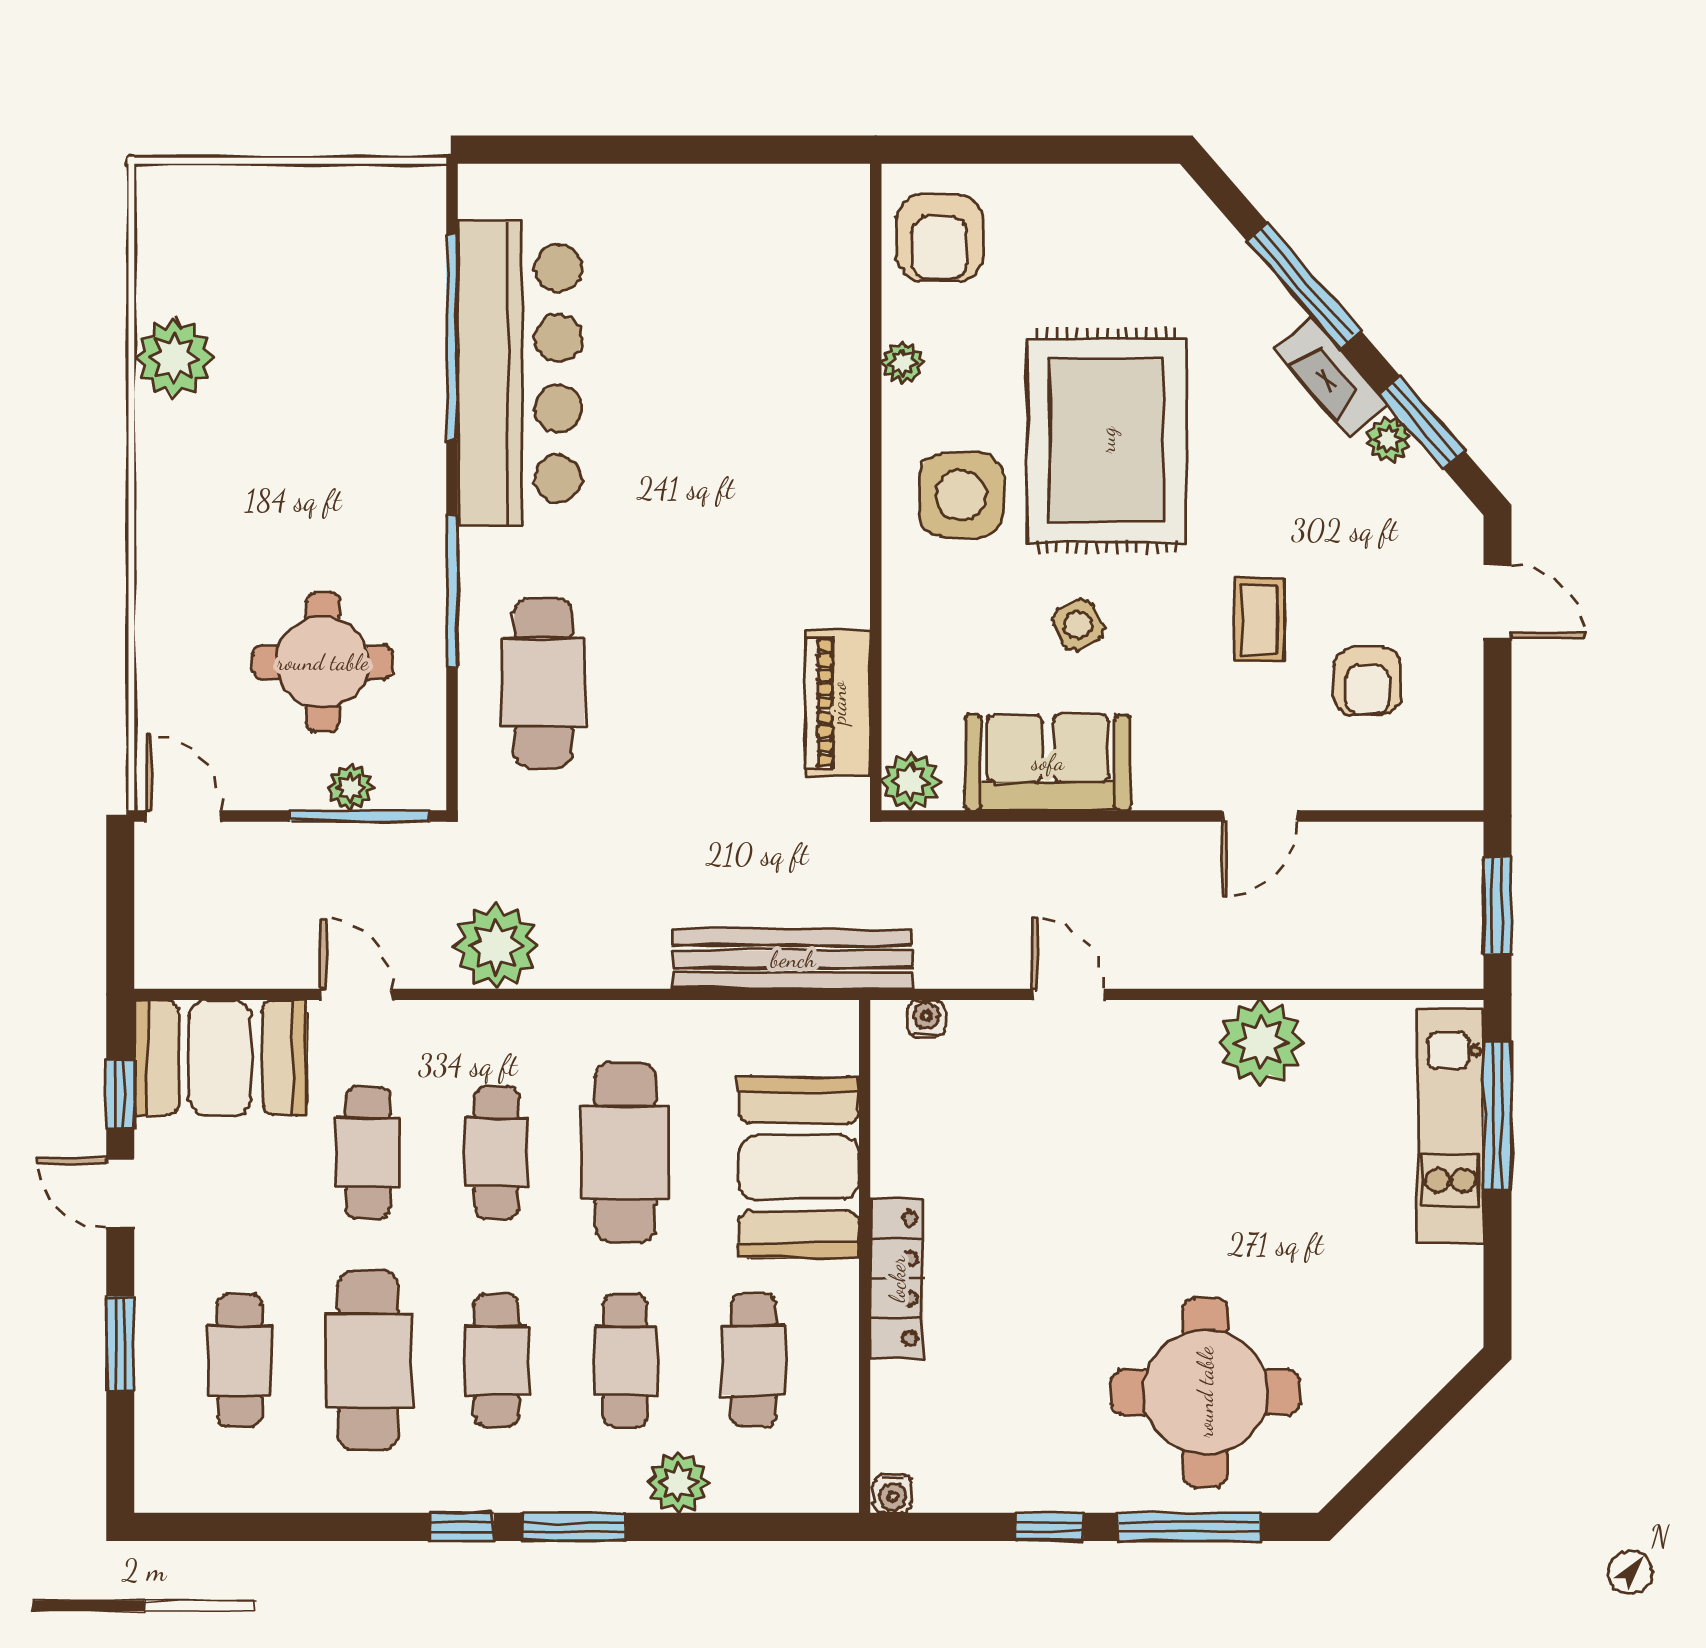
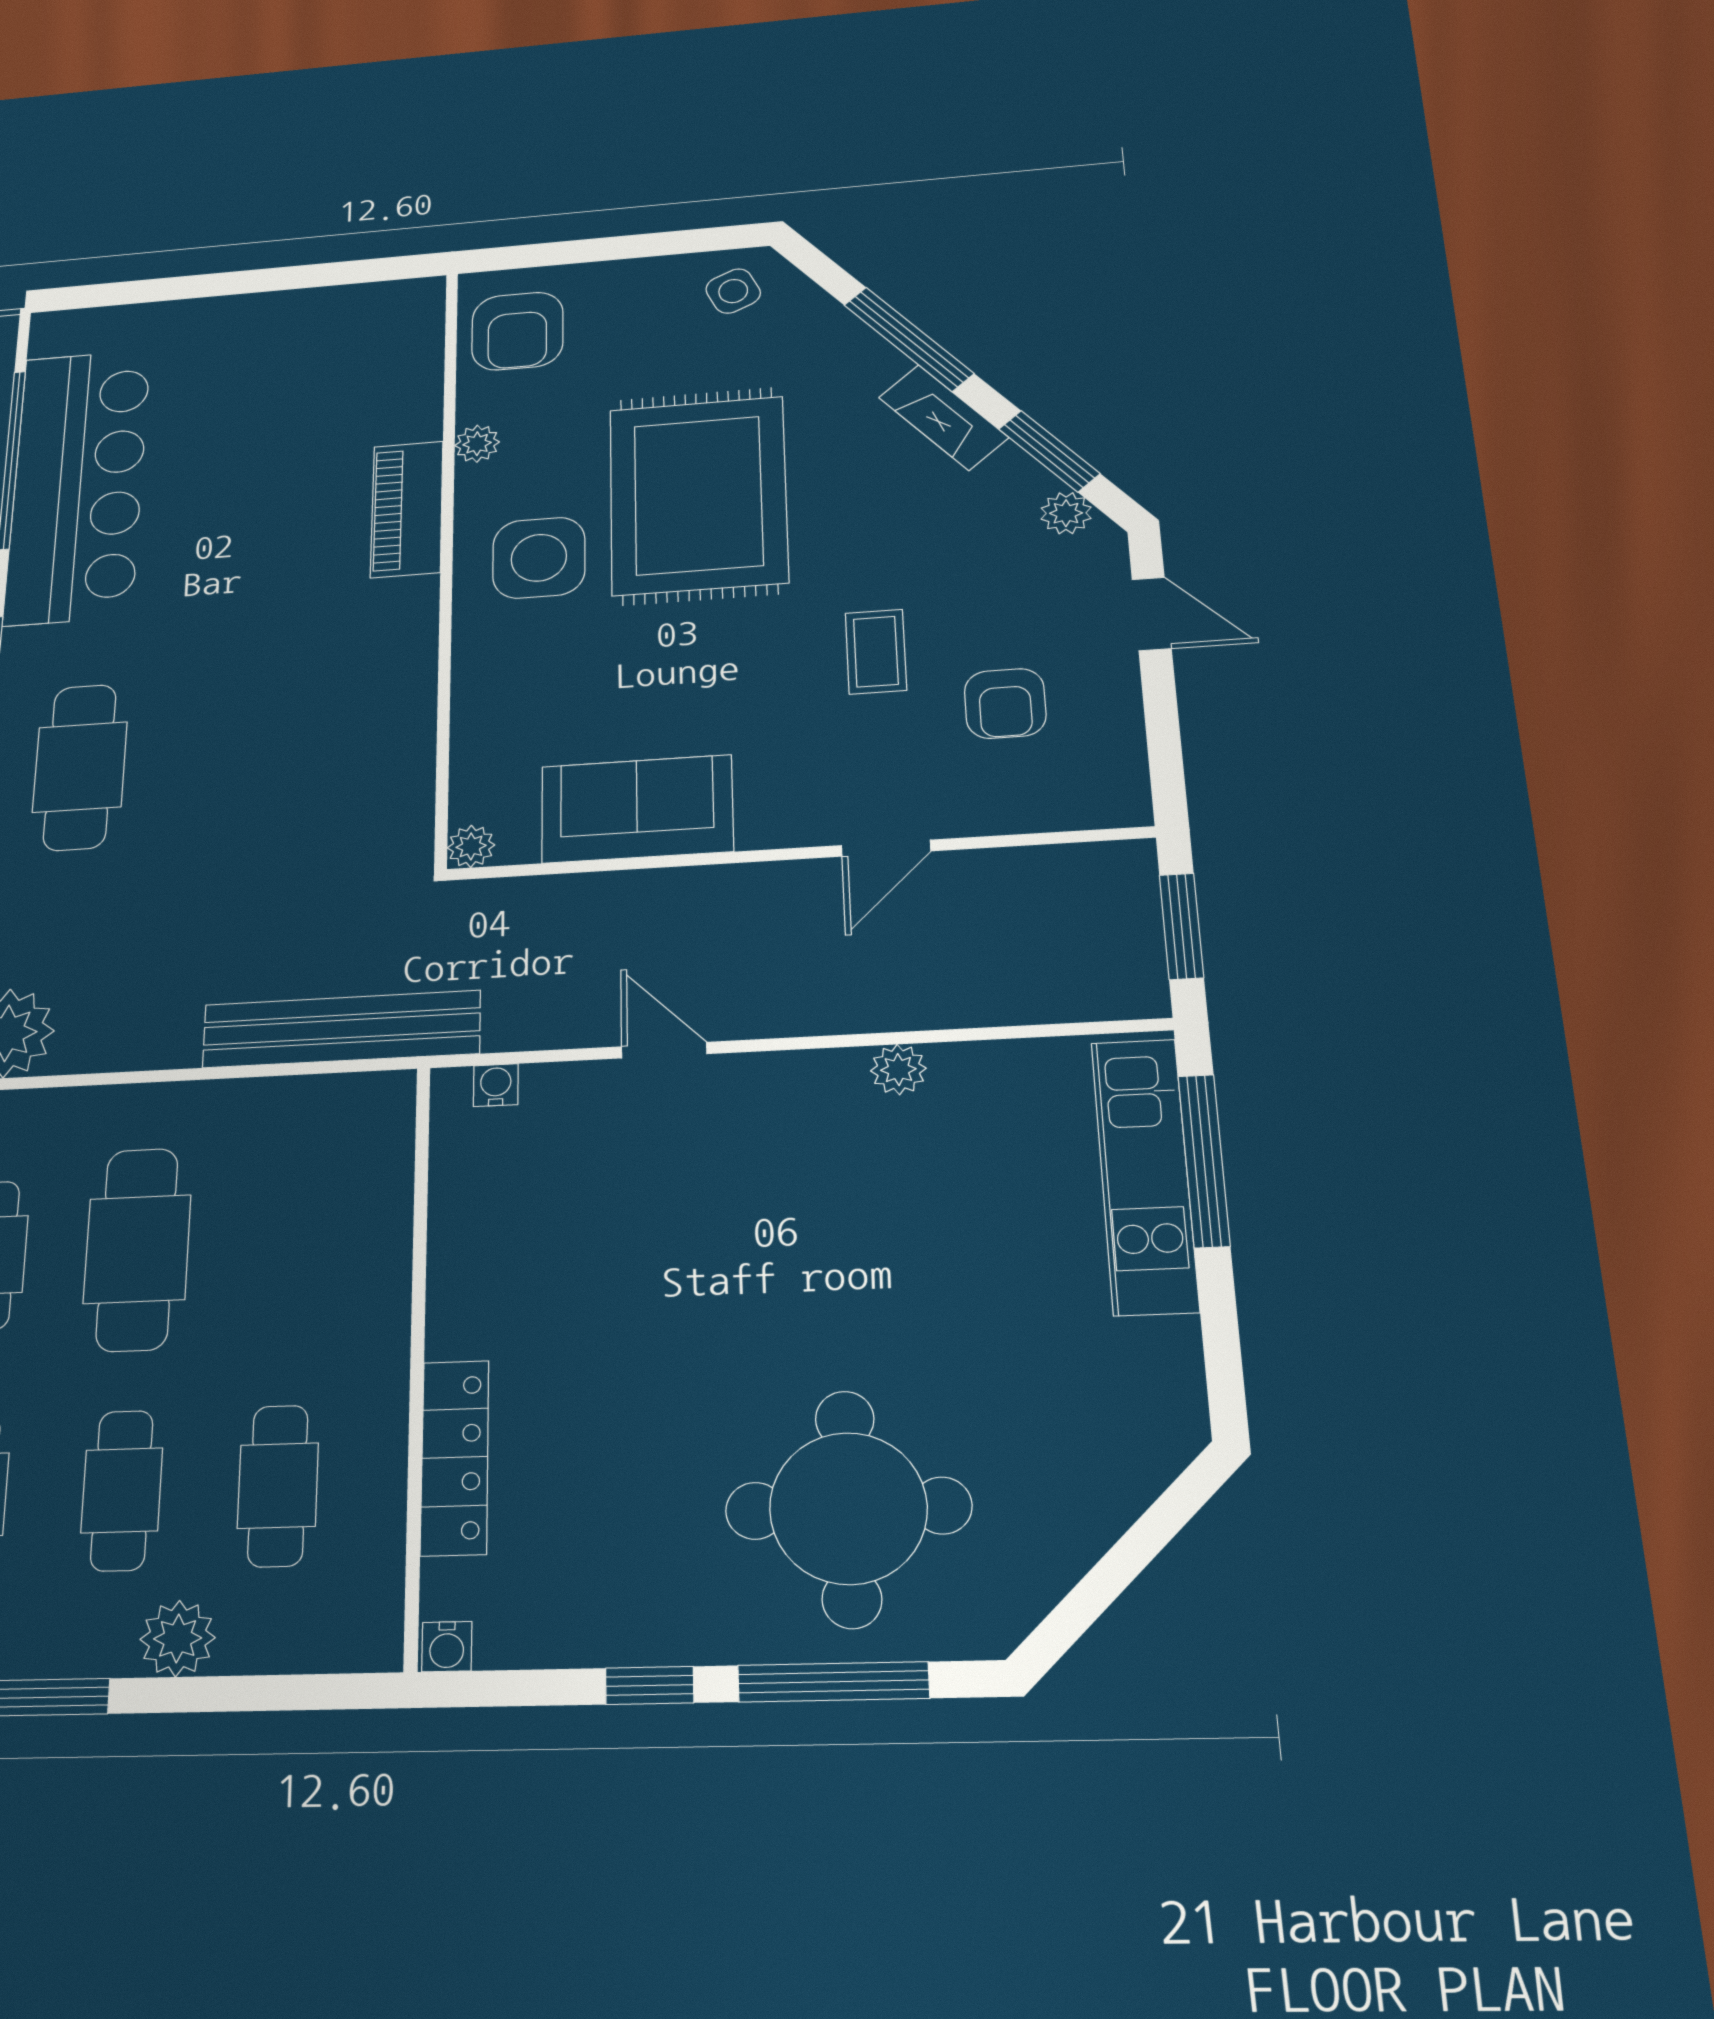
plant: (1388, 440) -> (1066, 513), moved
side table: (1078, 625) -> (733, 291), moved
piano: (838, 703) -> (407, 509), moved
plant: (910, 781) -> (471, 846), width x0.73, depth x0.73
plant: (1261, 1043) -> (898, 1070), width x0.53, depth x0.53
booth: (799, 1167) -> (341, 1257), removed
locker: (897, 1279) -> (455, 1457), moved

